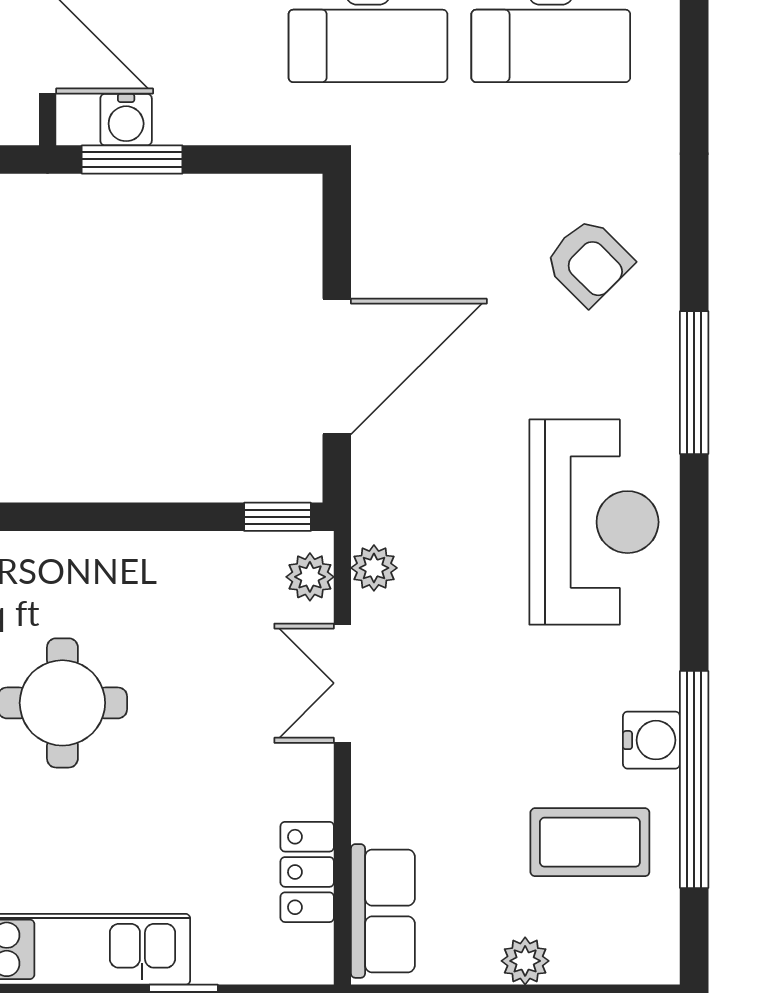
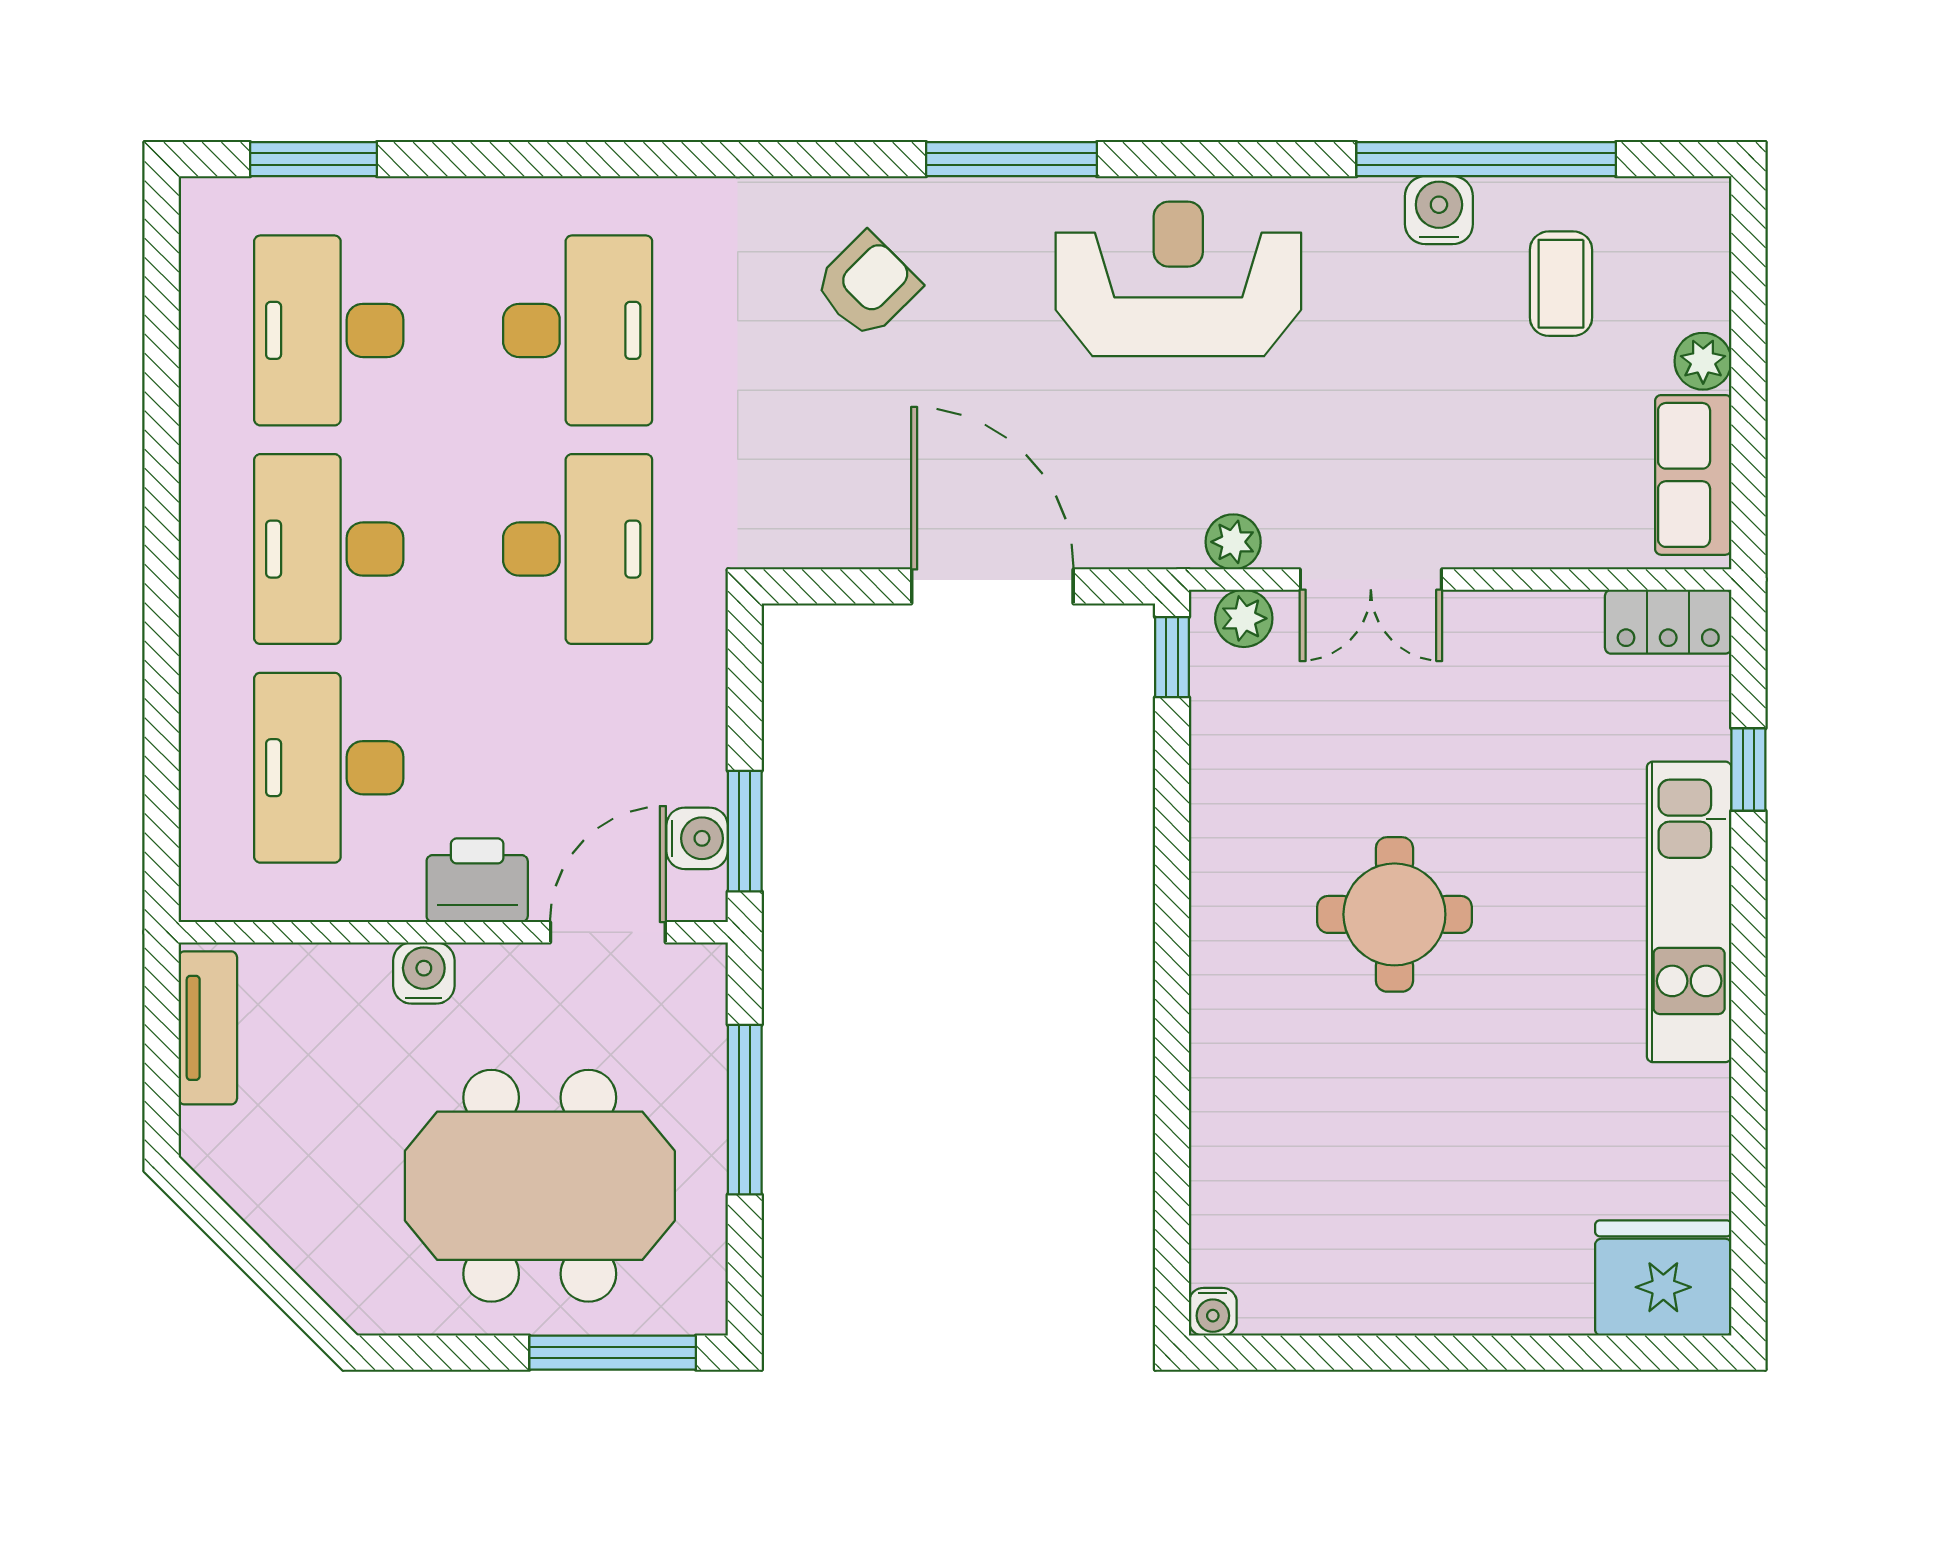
coffee table: (590, 842) -> (1561, 284), width x0.73, depth x0.77
locker: (307, 872) -> (1668, 622), moved
row of seats: (383, 911) -> (1693, 475), moved, turned -90

